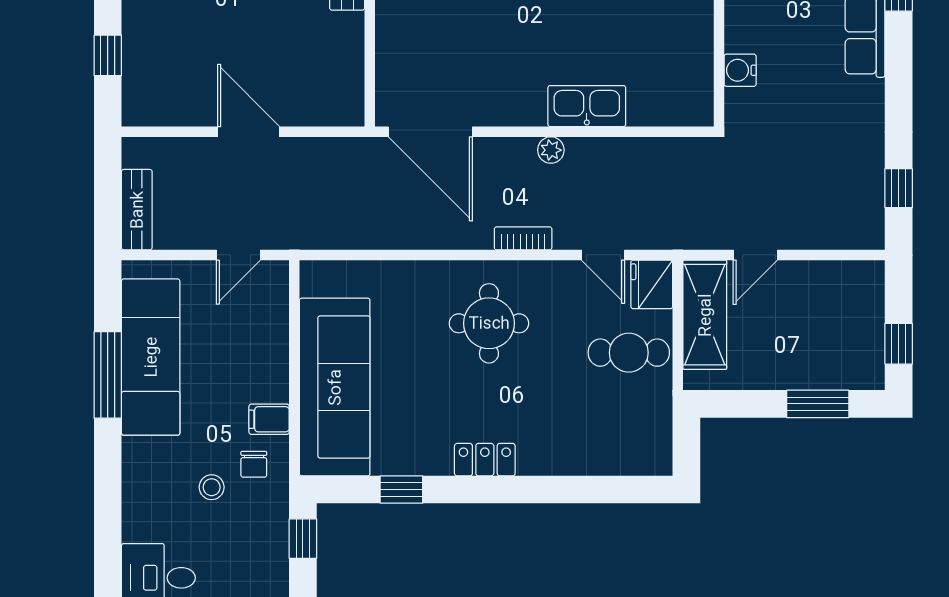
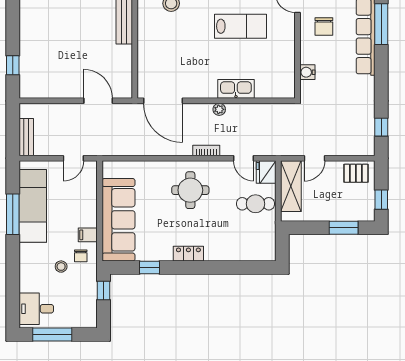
door: (249, 132) -> (98, 101), moved
pallet: (844, 287) -> (356, 173), added

